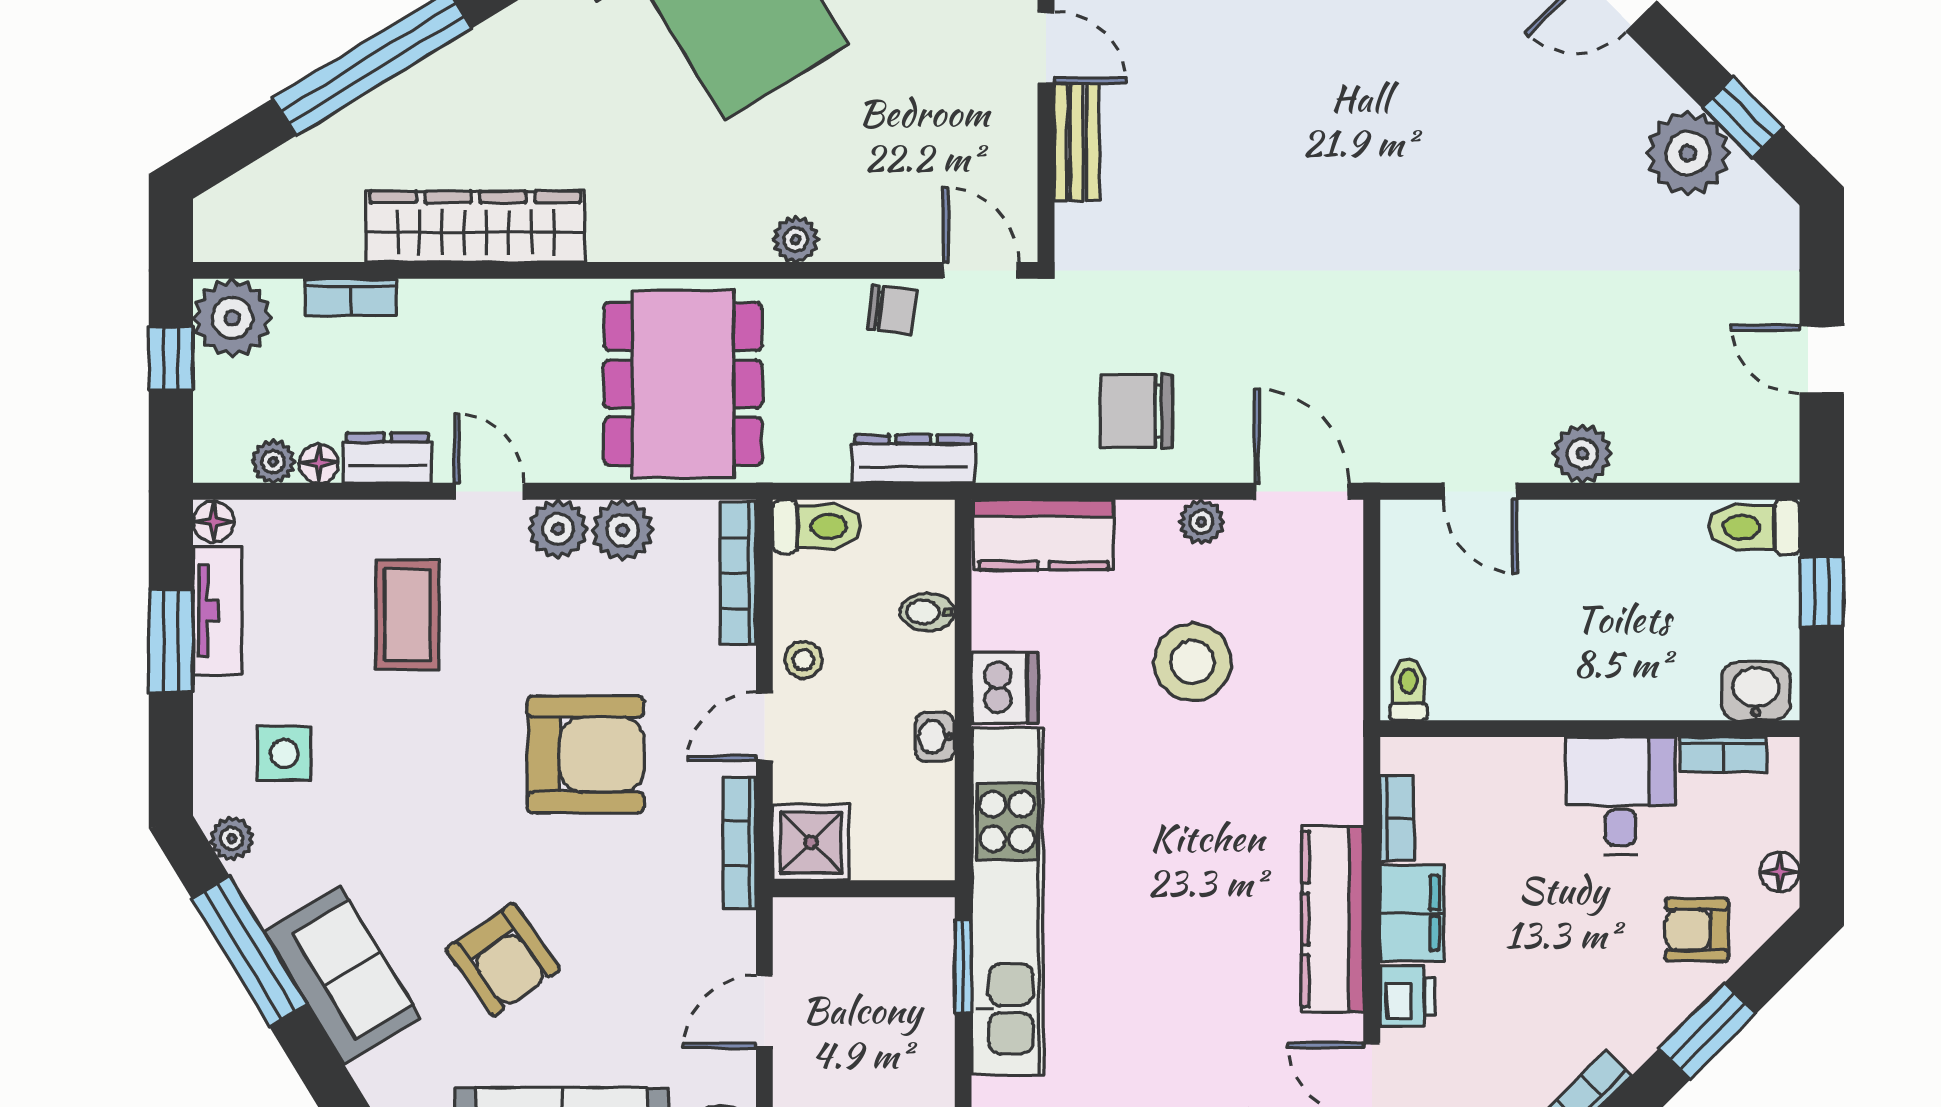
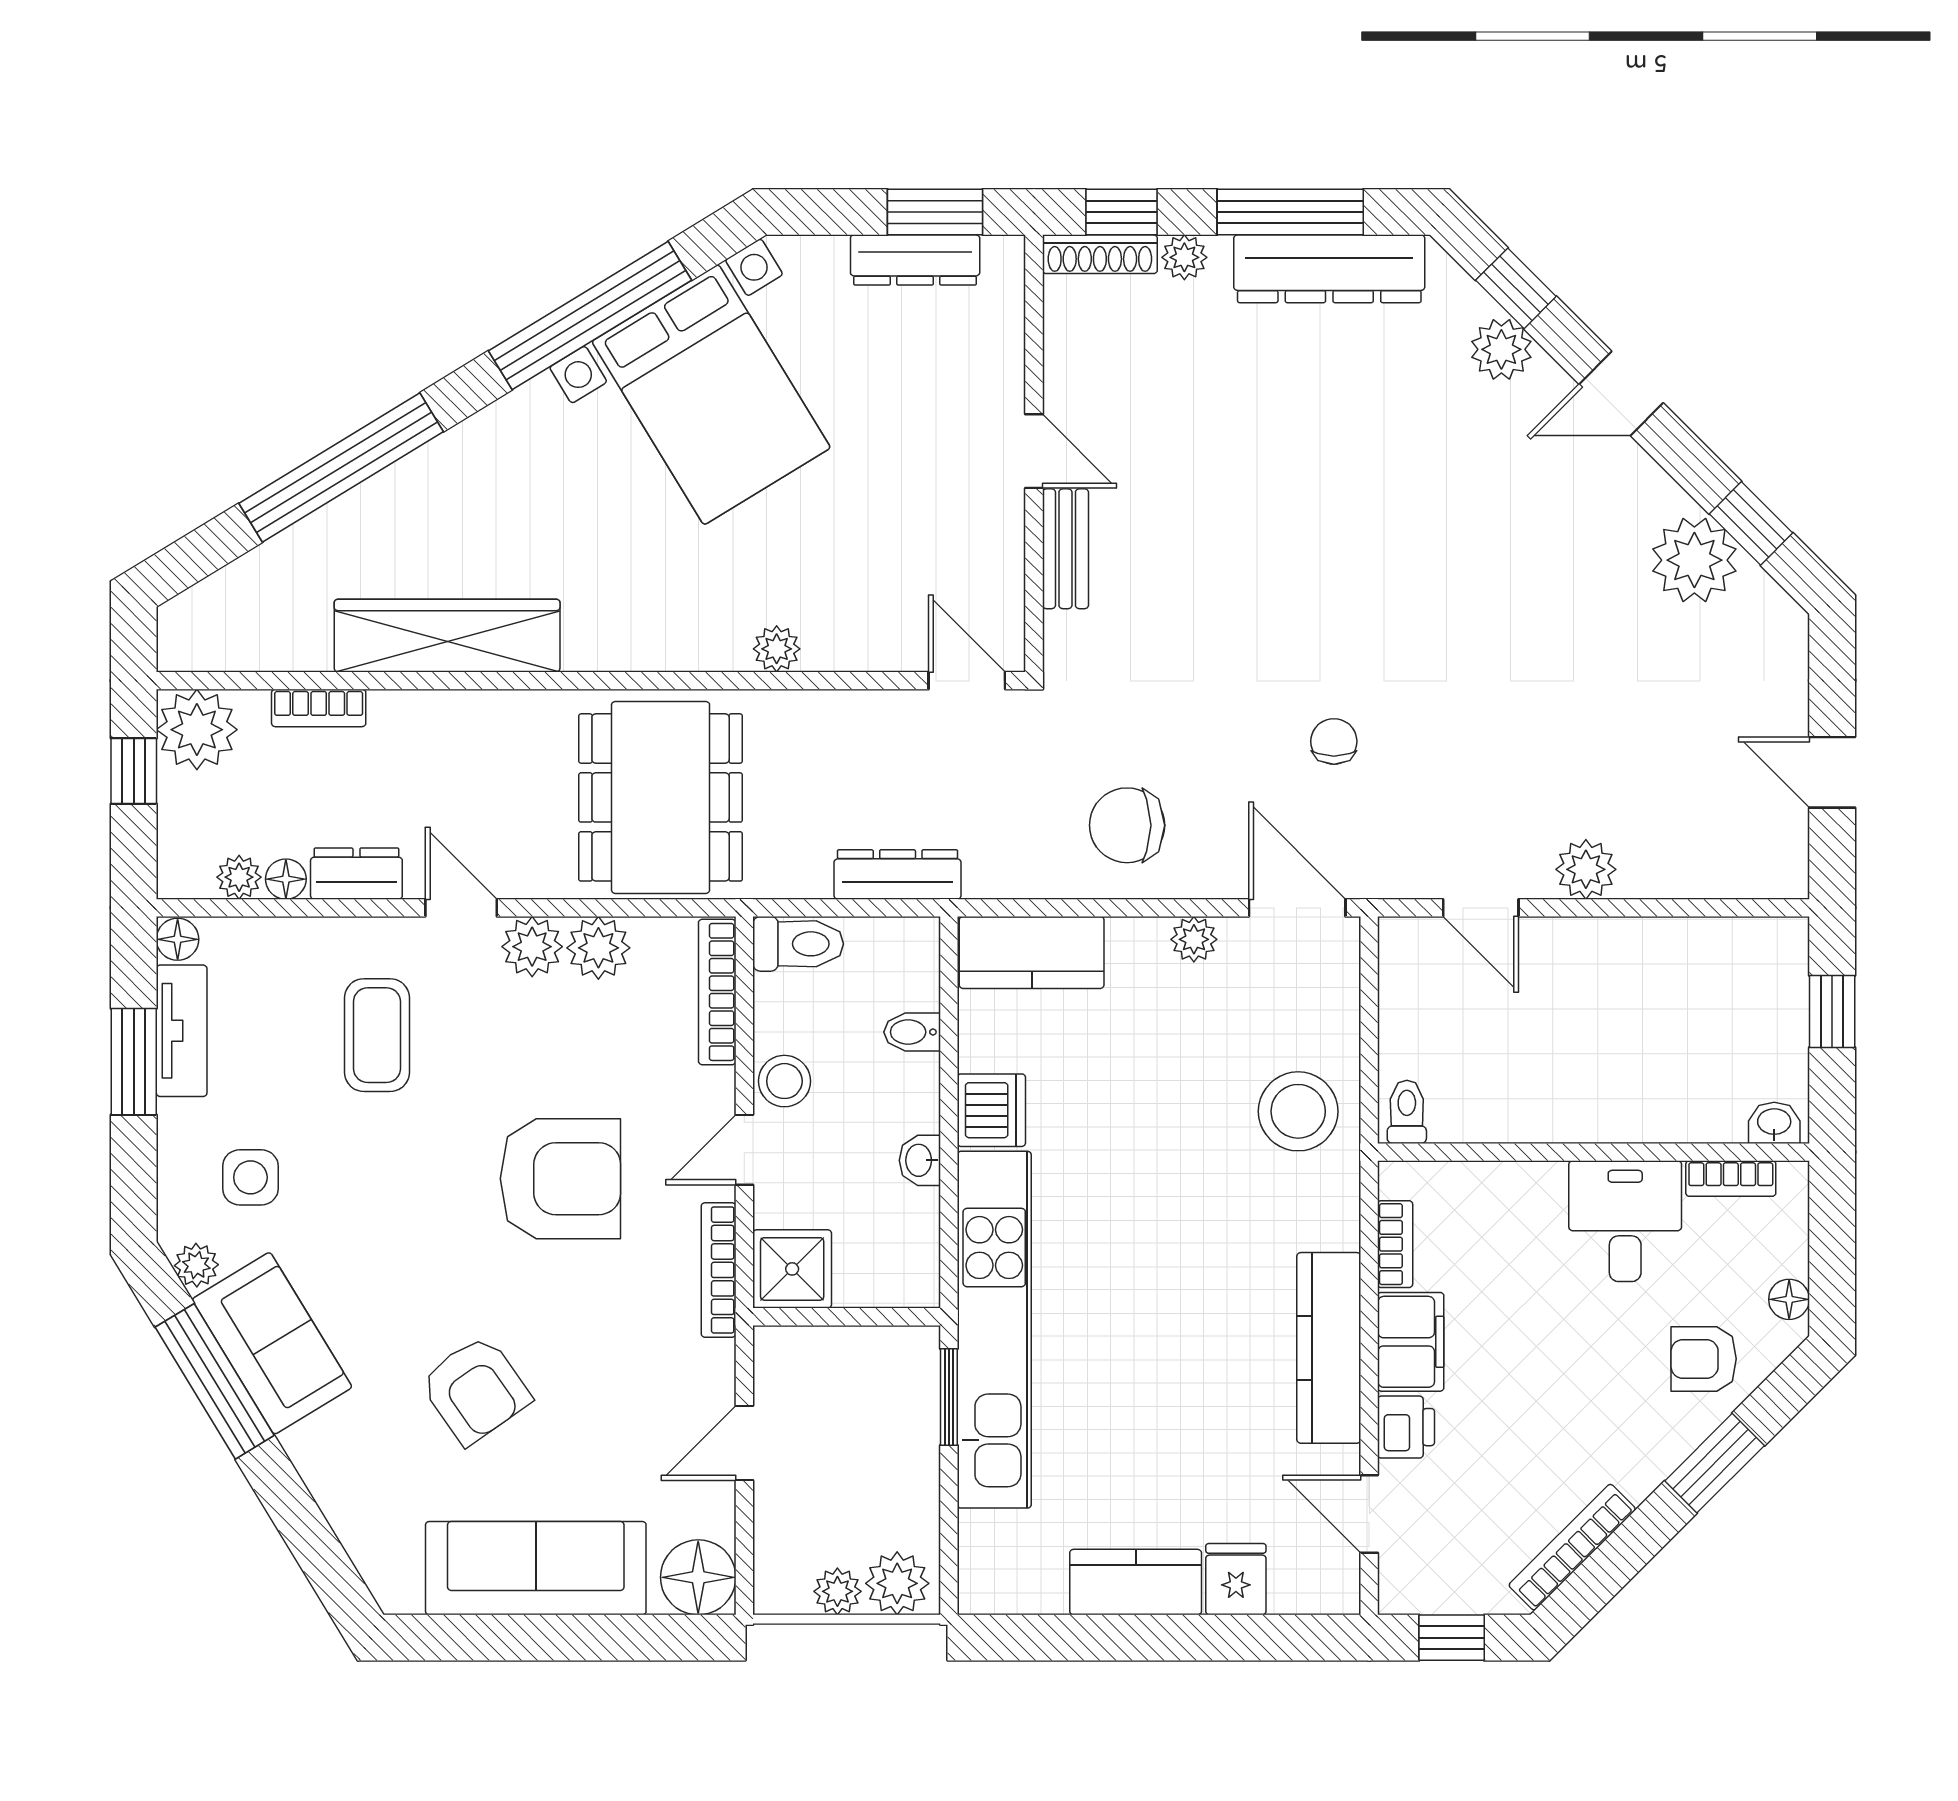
chair: (892, 310) -> (1334, 741), moved, turned -97
toilet: (1754, 527) -> (1763, 945), removed
stool: (803, 660) -> (784, 1081), width x1.37, depth x1.37
stool: (1192, 662) -> (1298, 1111), moved
washbasin: (1756, 691) -> (1774, 1123), width x0.72, depth x0.69
sofa: (342, 975) -> (272, 1343), moved

